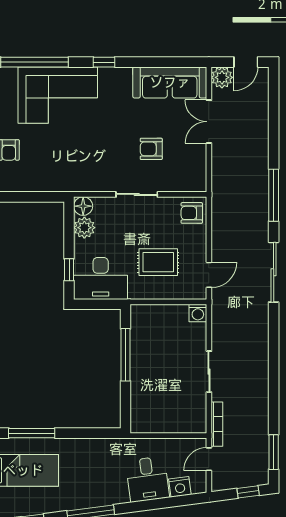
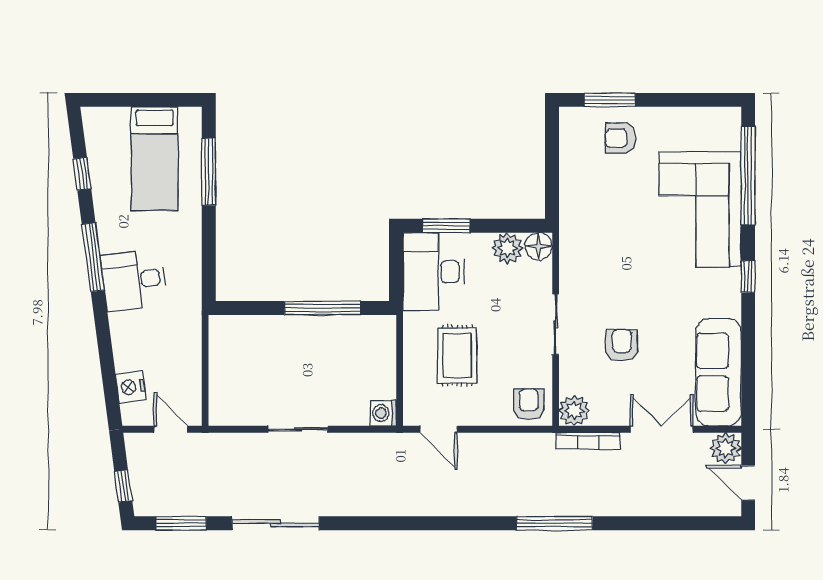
plant: (196, 182) -> (574, 411), added
window: (69, 270) -> (446, 226), width x1.50
sliding door: (274, 272) -> (276, 523), moved
bookcase: (217, 424) -> (588, 441), moved
desk: (148, 479) -> (134, 280), moved

